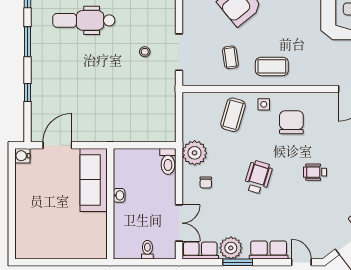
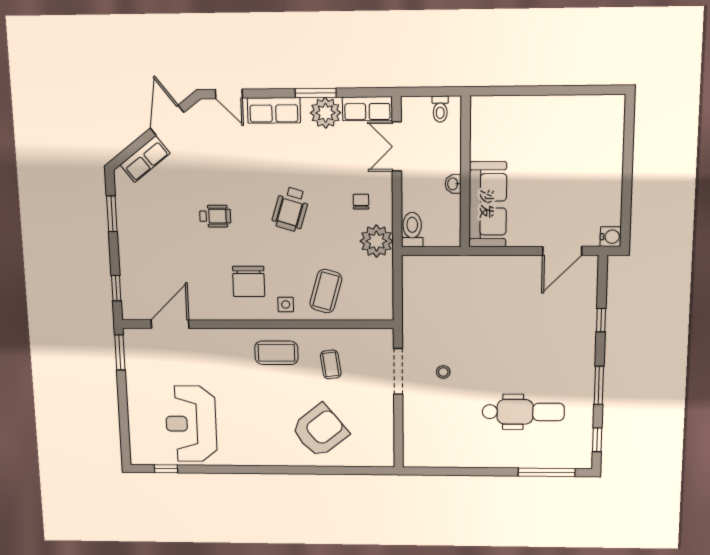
sofa: (94, 180) -> (488, 204), moved
washbasin: (119, 195) -> (453, 184), moved
wall: (110, 204) -> (465, 172), moved

